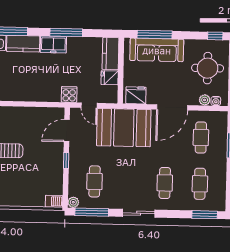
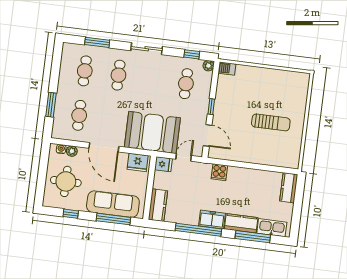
window: (66, 33) -> (198, 230), width x1.46
window: (215, 36) -> (71, 214), moved
fridge: (110, 78) -> (163, 164), moved
cooker: (69, 94) -> (219, 172), moved
door: (89, 105) -> (184, 157), hinge flipped
door: (172, 107) -> (104, 147), swing flipped
door: (67, 131) -> (208, 135), hinge flipped
window: (92, 212) -> (192, 54), width x0.46
window: (205, 215) -> (97, 42), moved

